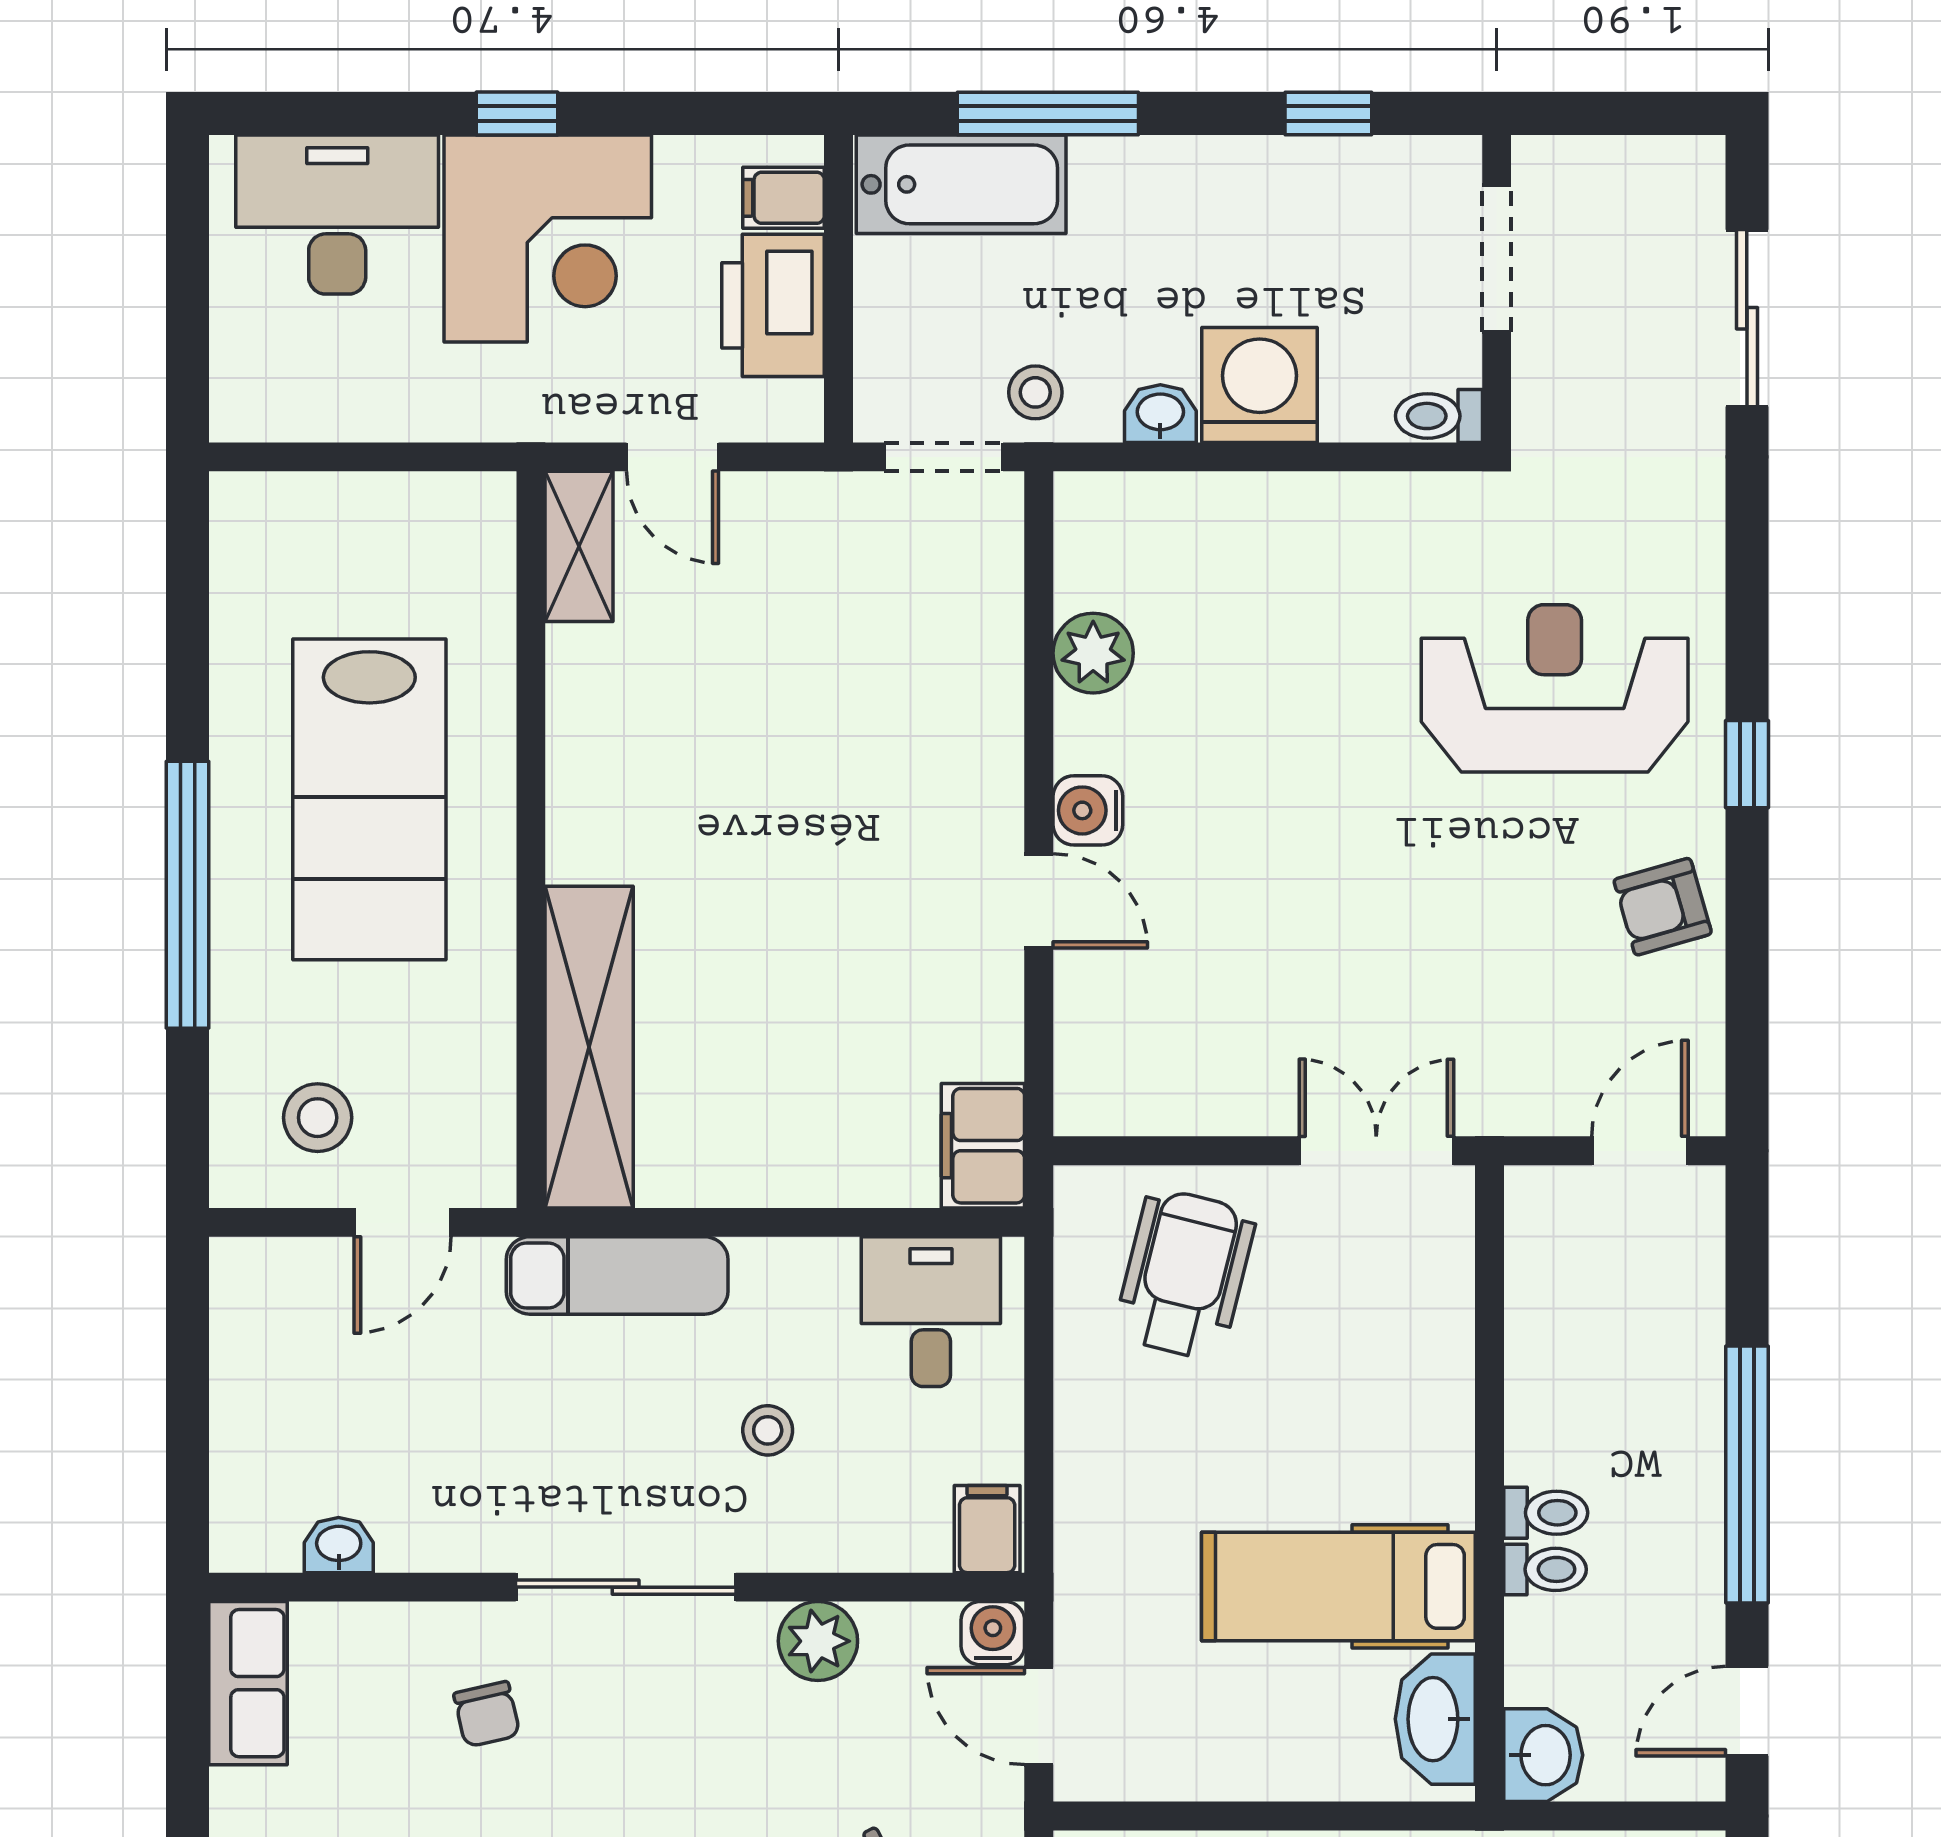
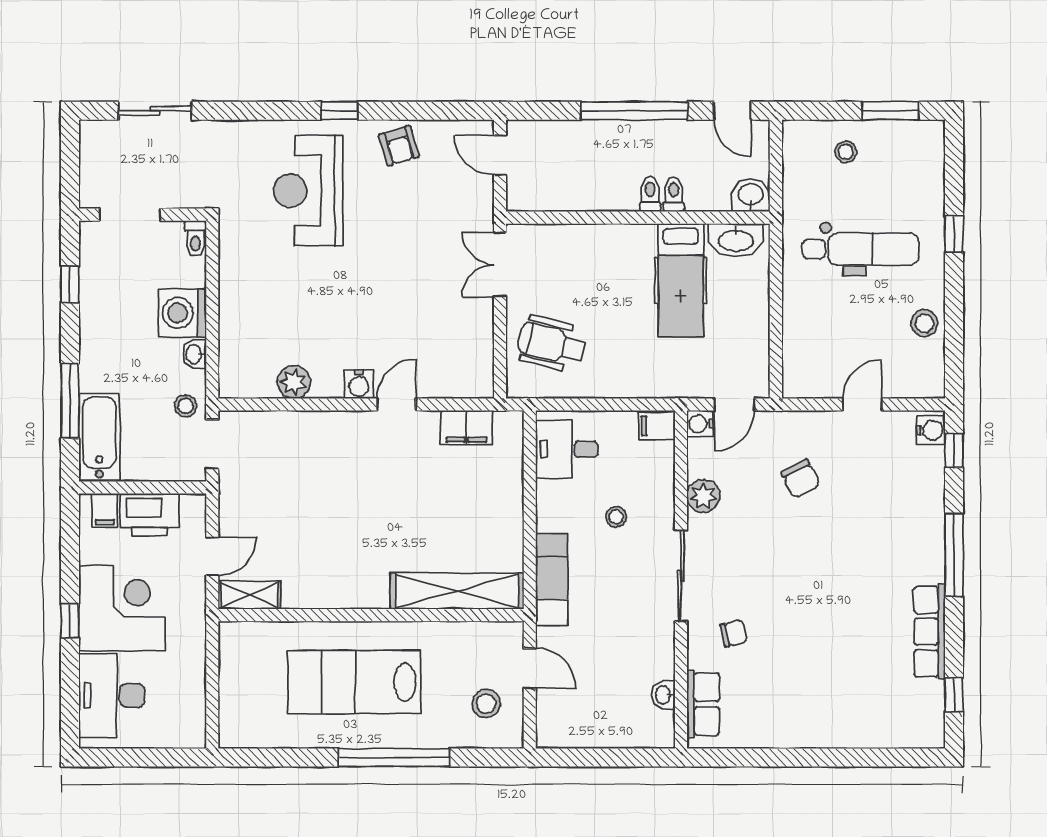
lab bench: (369, 799) -> (354, 682), turned 180
filing cabinet: (983, 1146) -> (467, 428), moved
row of seats: (248, 1683) -> (703, 704), moved, turned 90

